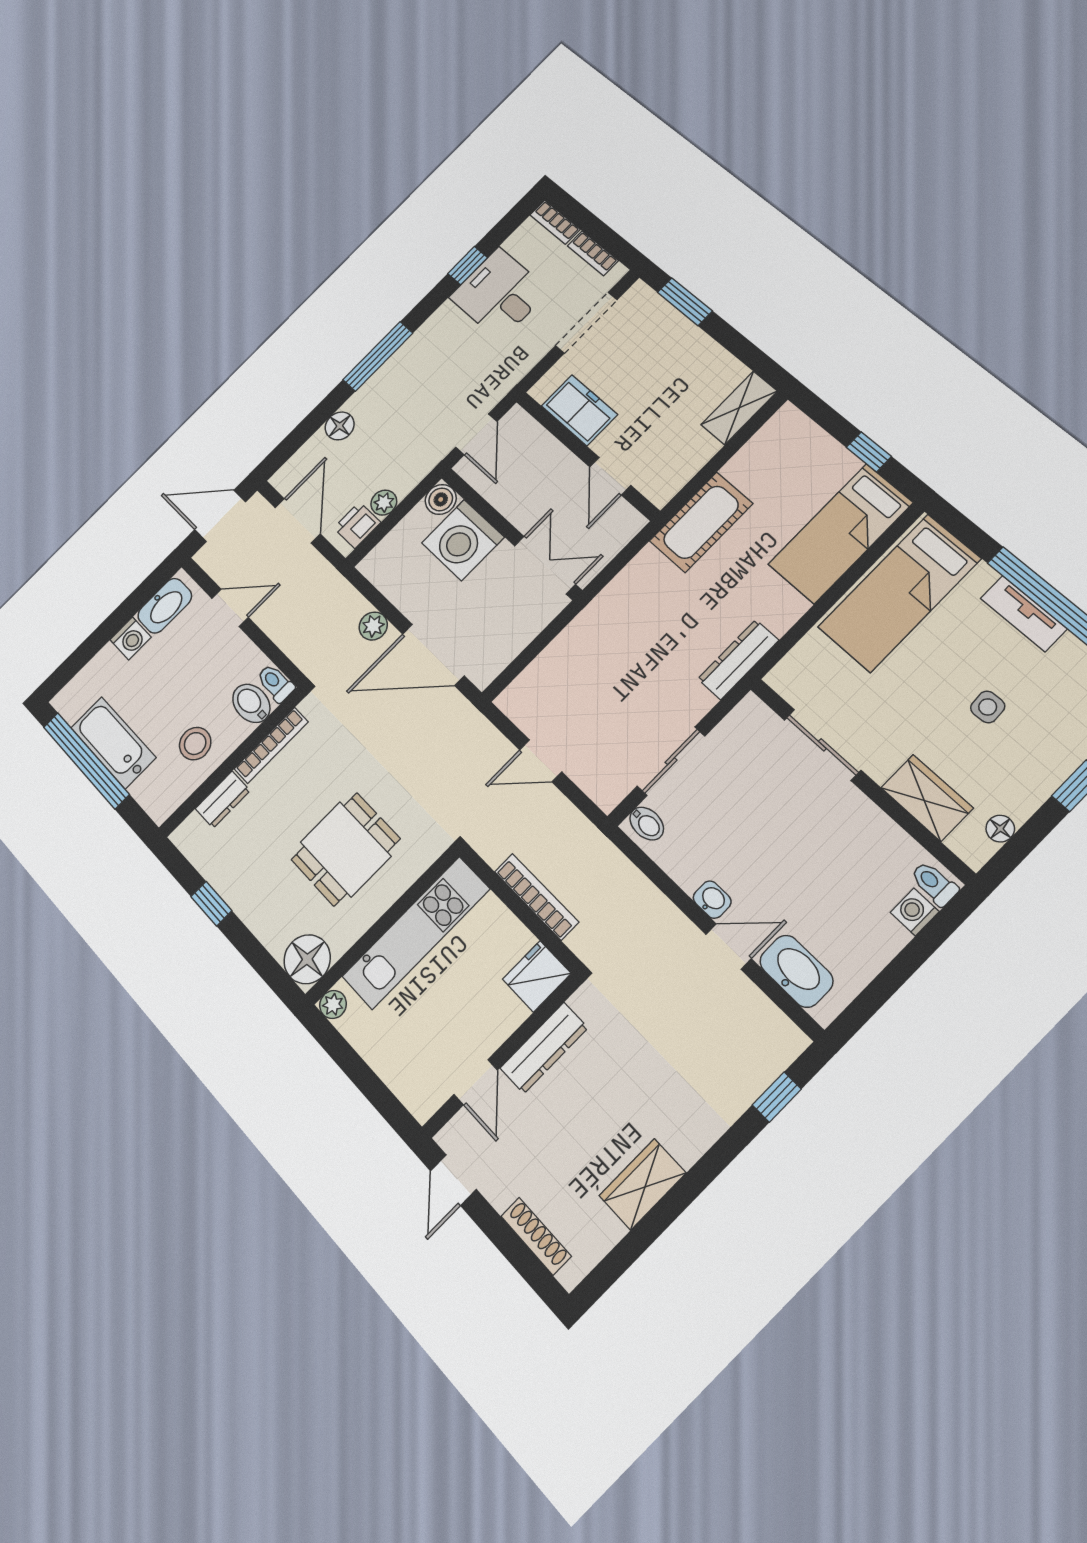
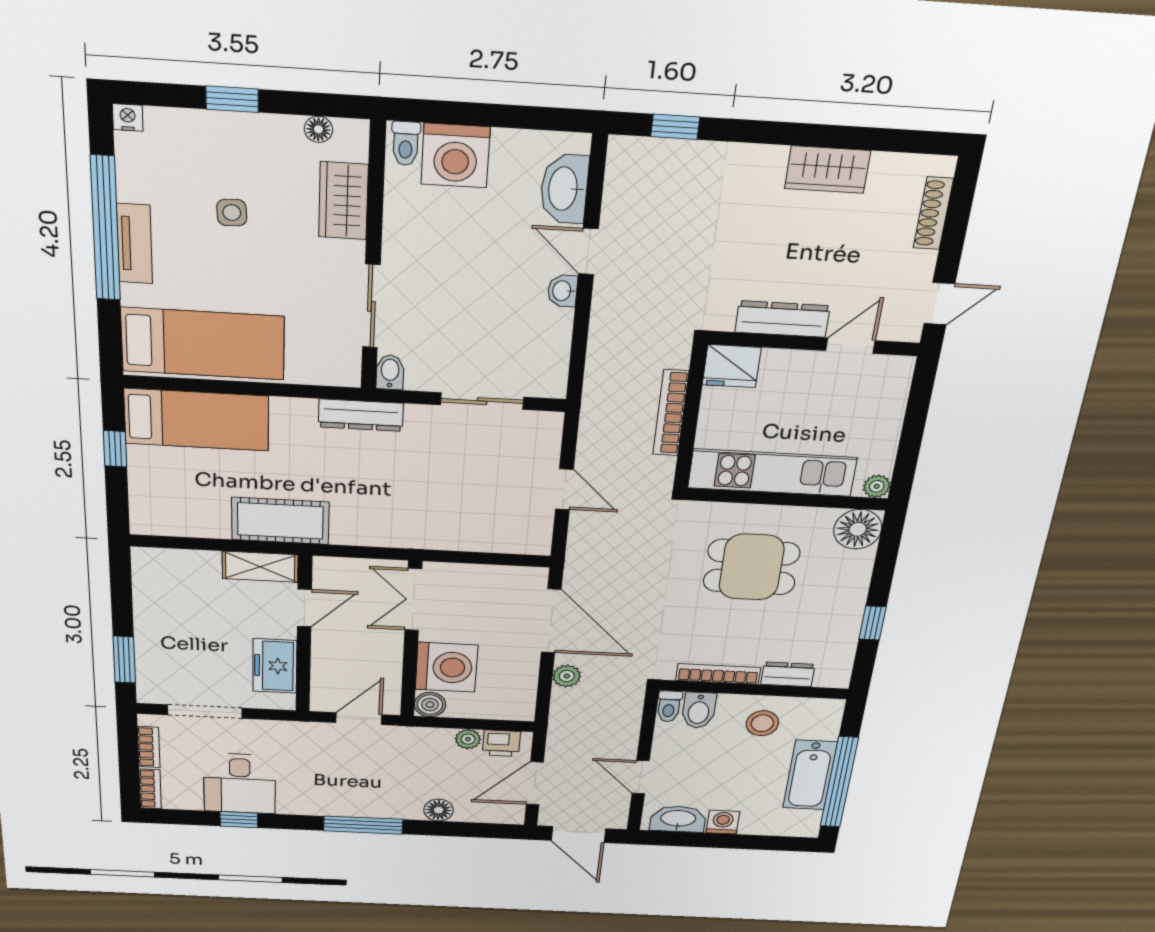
shelving: (739, 408) -> (260, 567), moved
bidet: (647, 824) -> (390, 372), moved
washing machine: (915, 912) -> (456, 156), width x1.89, depth x1.89

